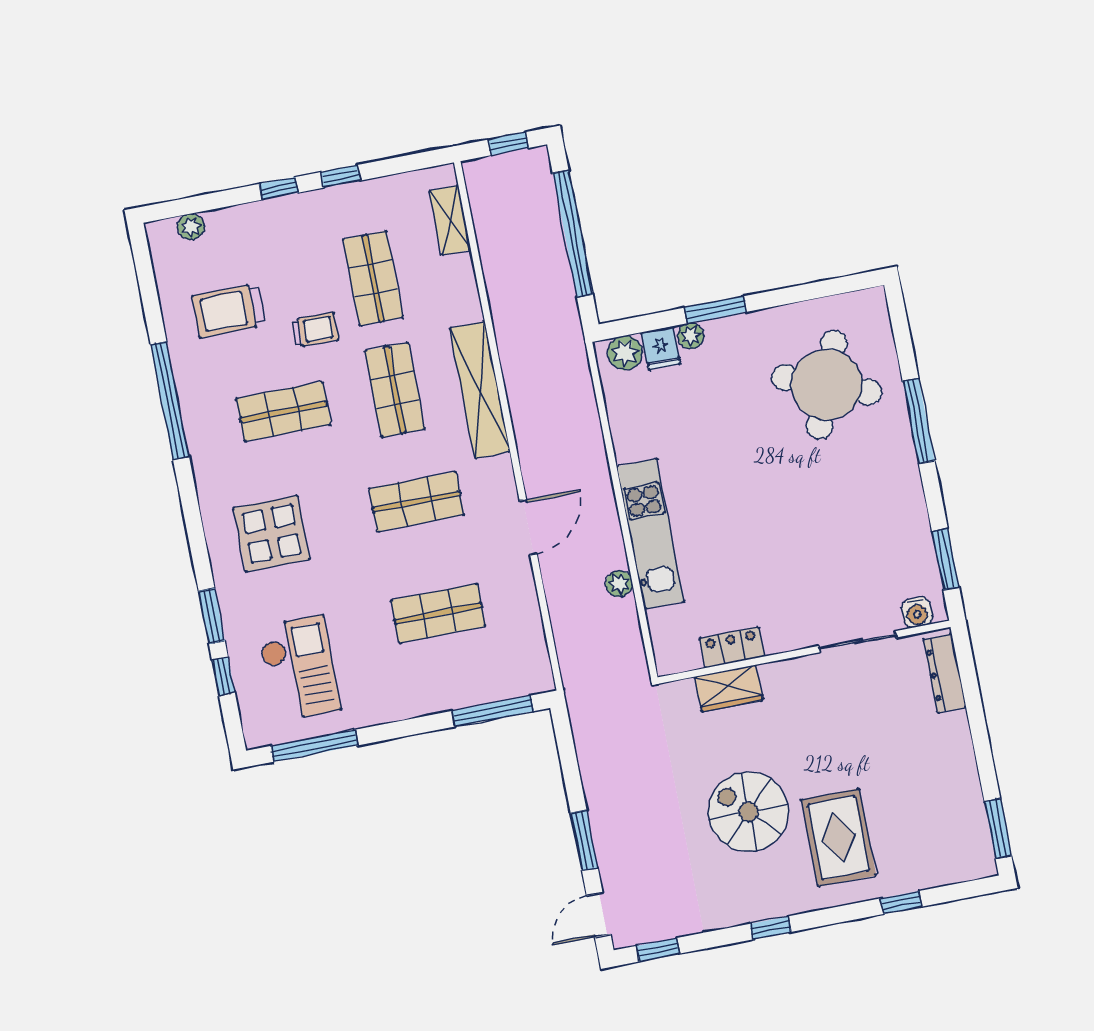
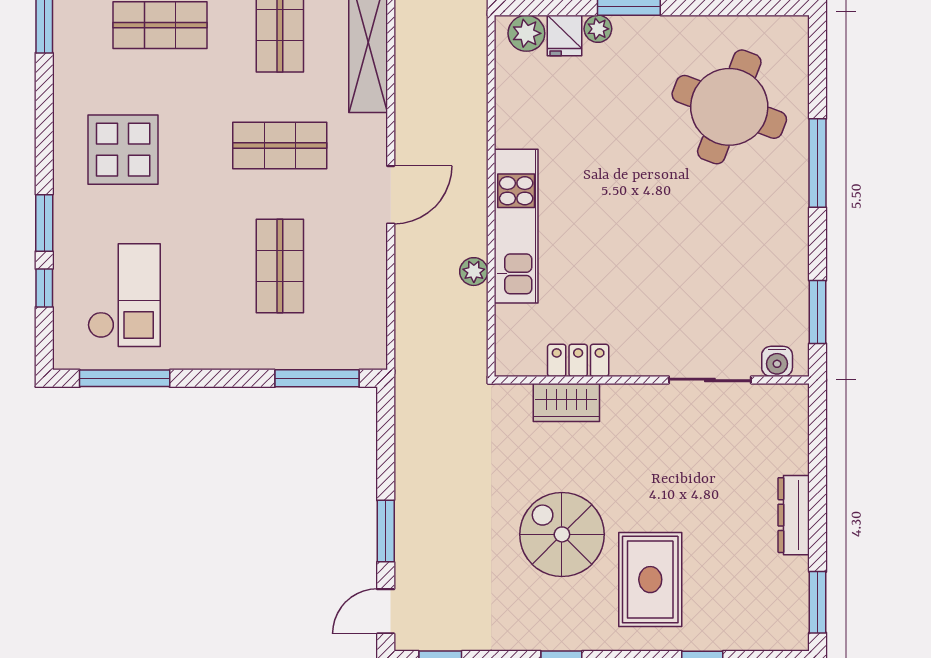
shop shelf: (438, 613) -> (280, 266), turned 90
dresser: (945, 673) -> (794, 515), moved

